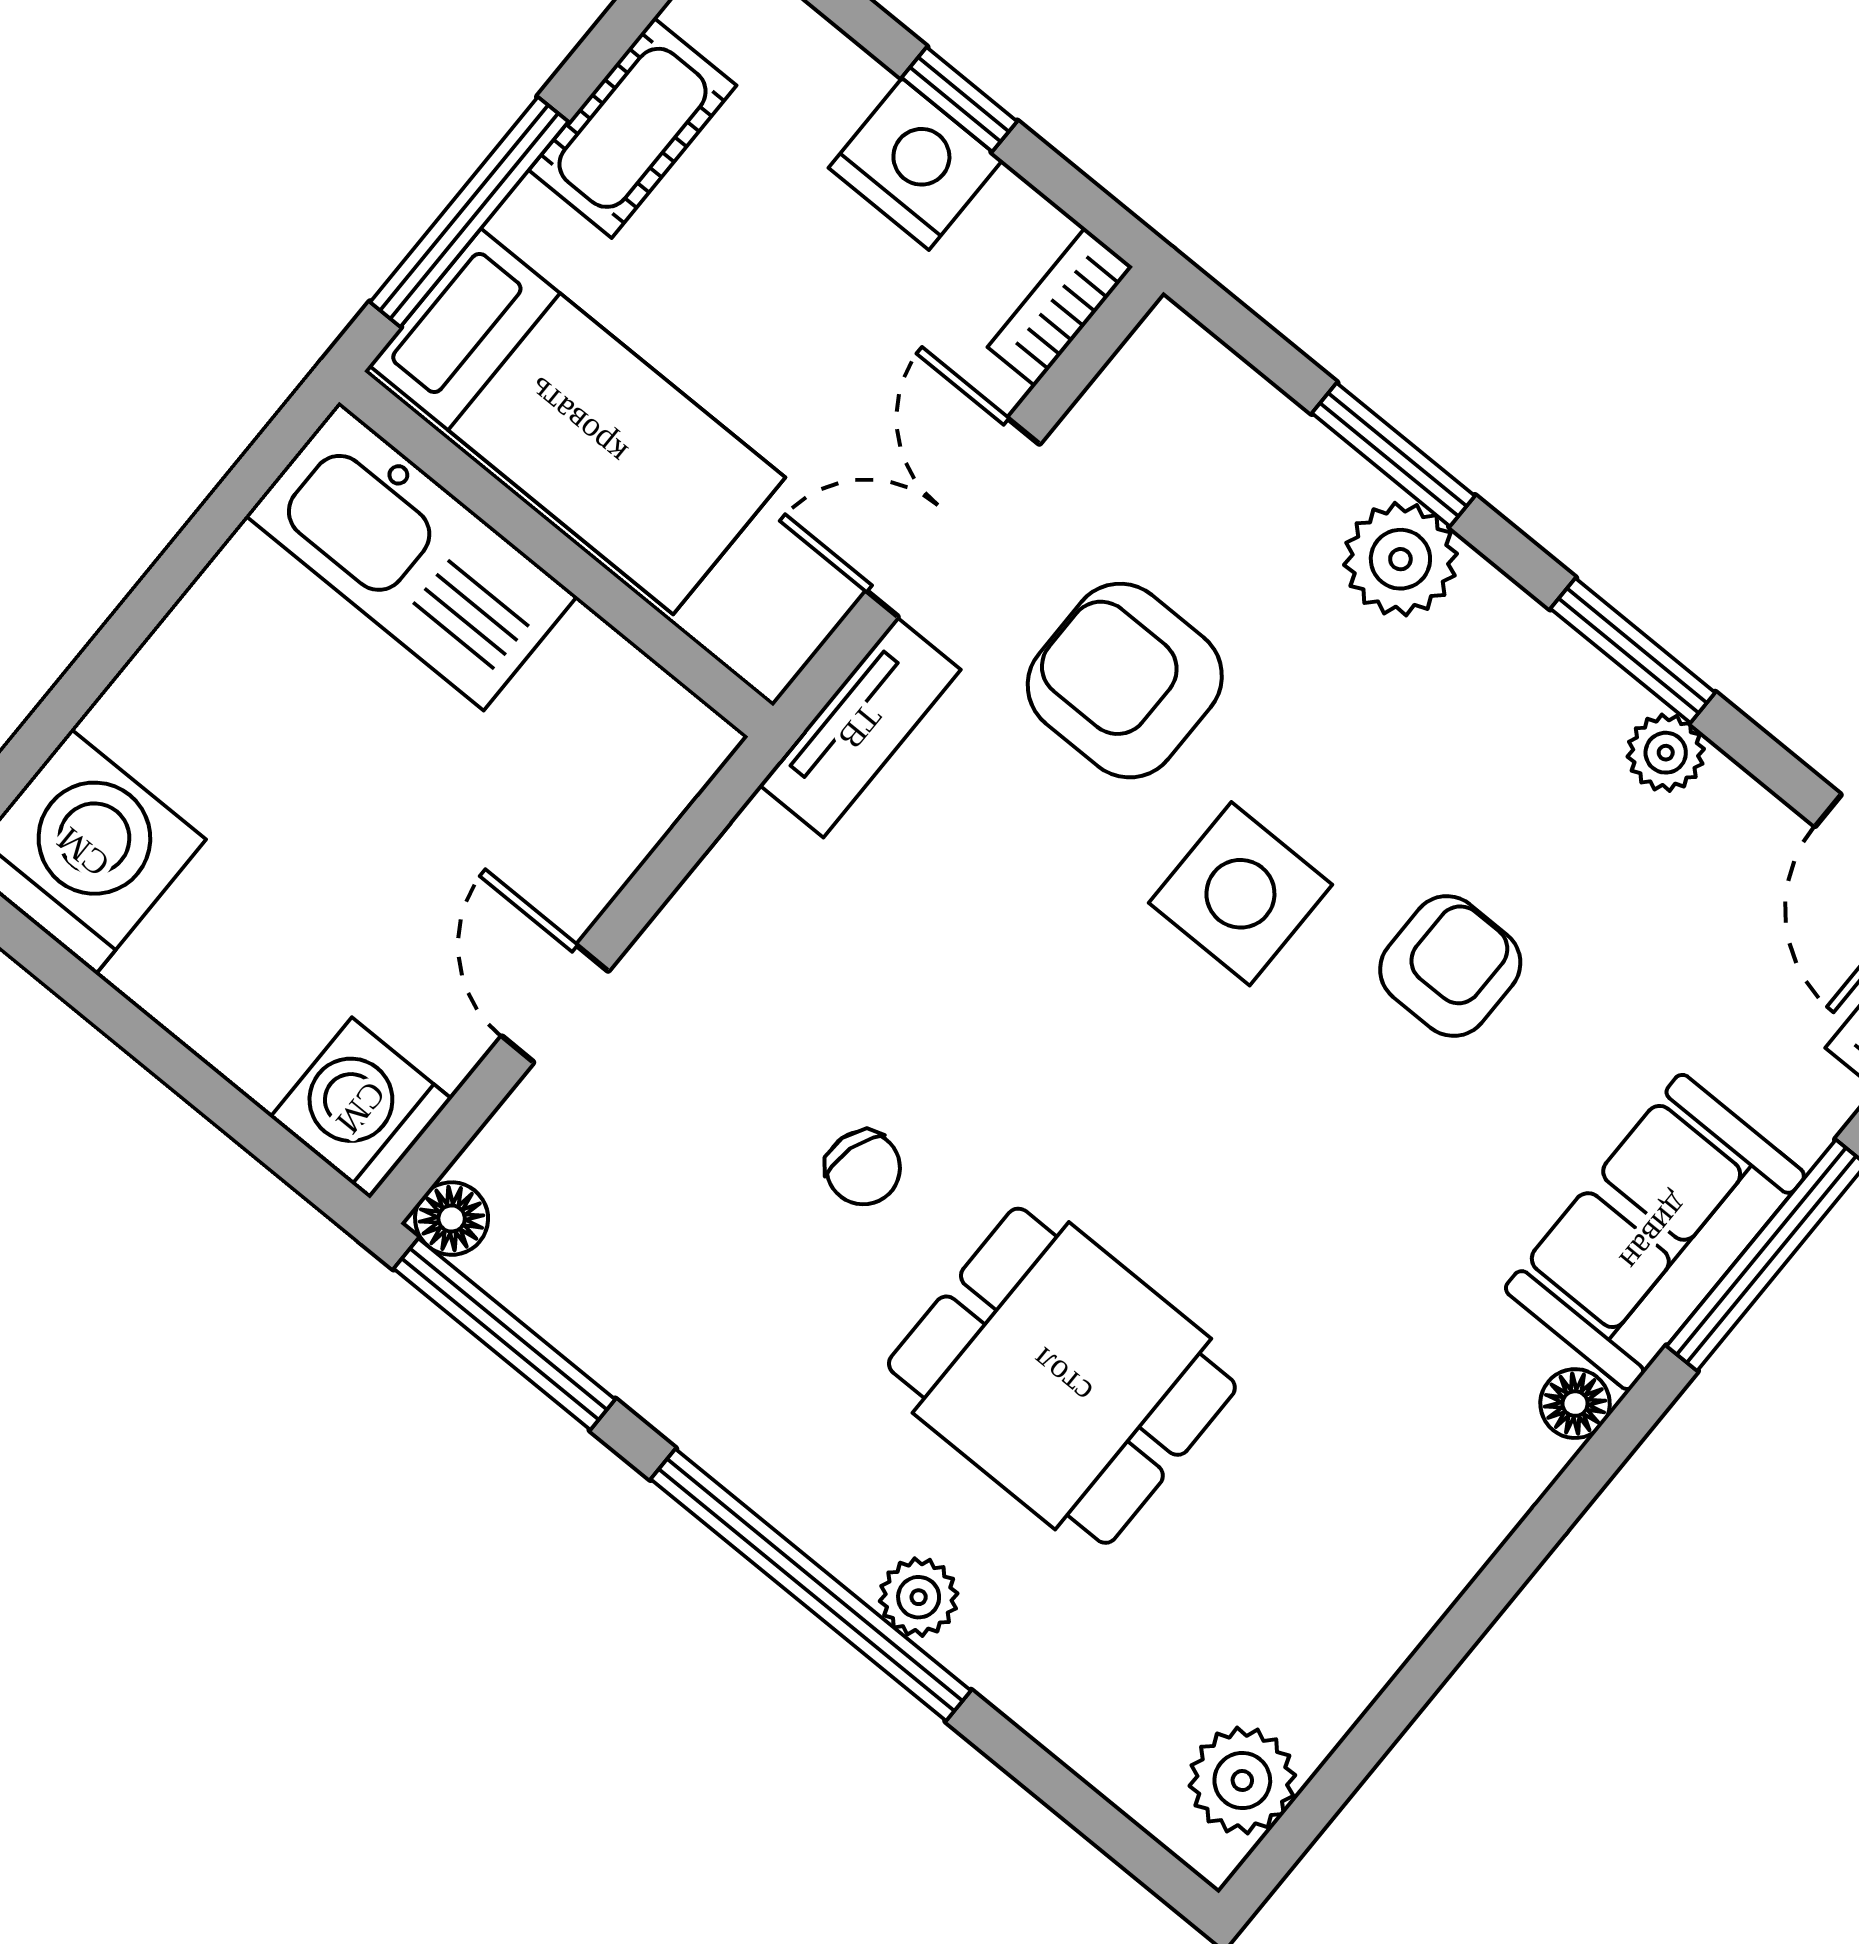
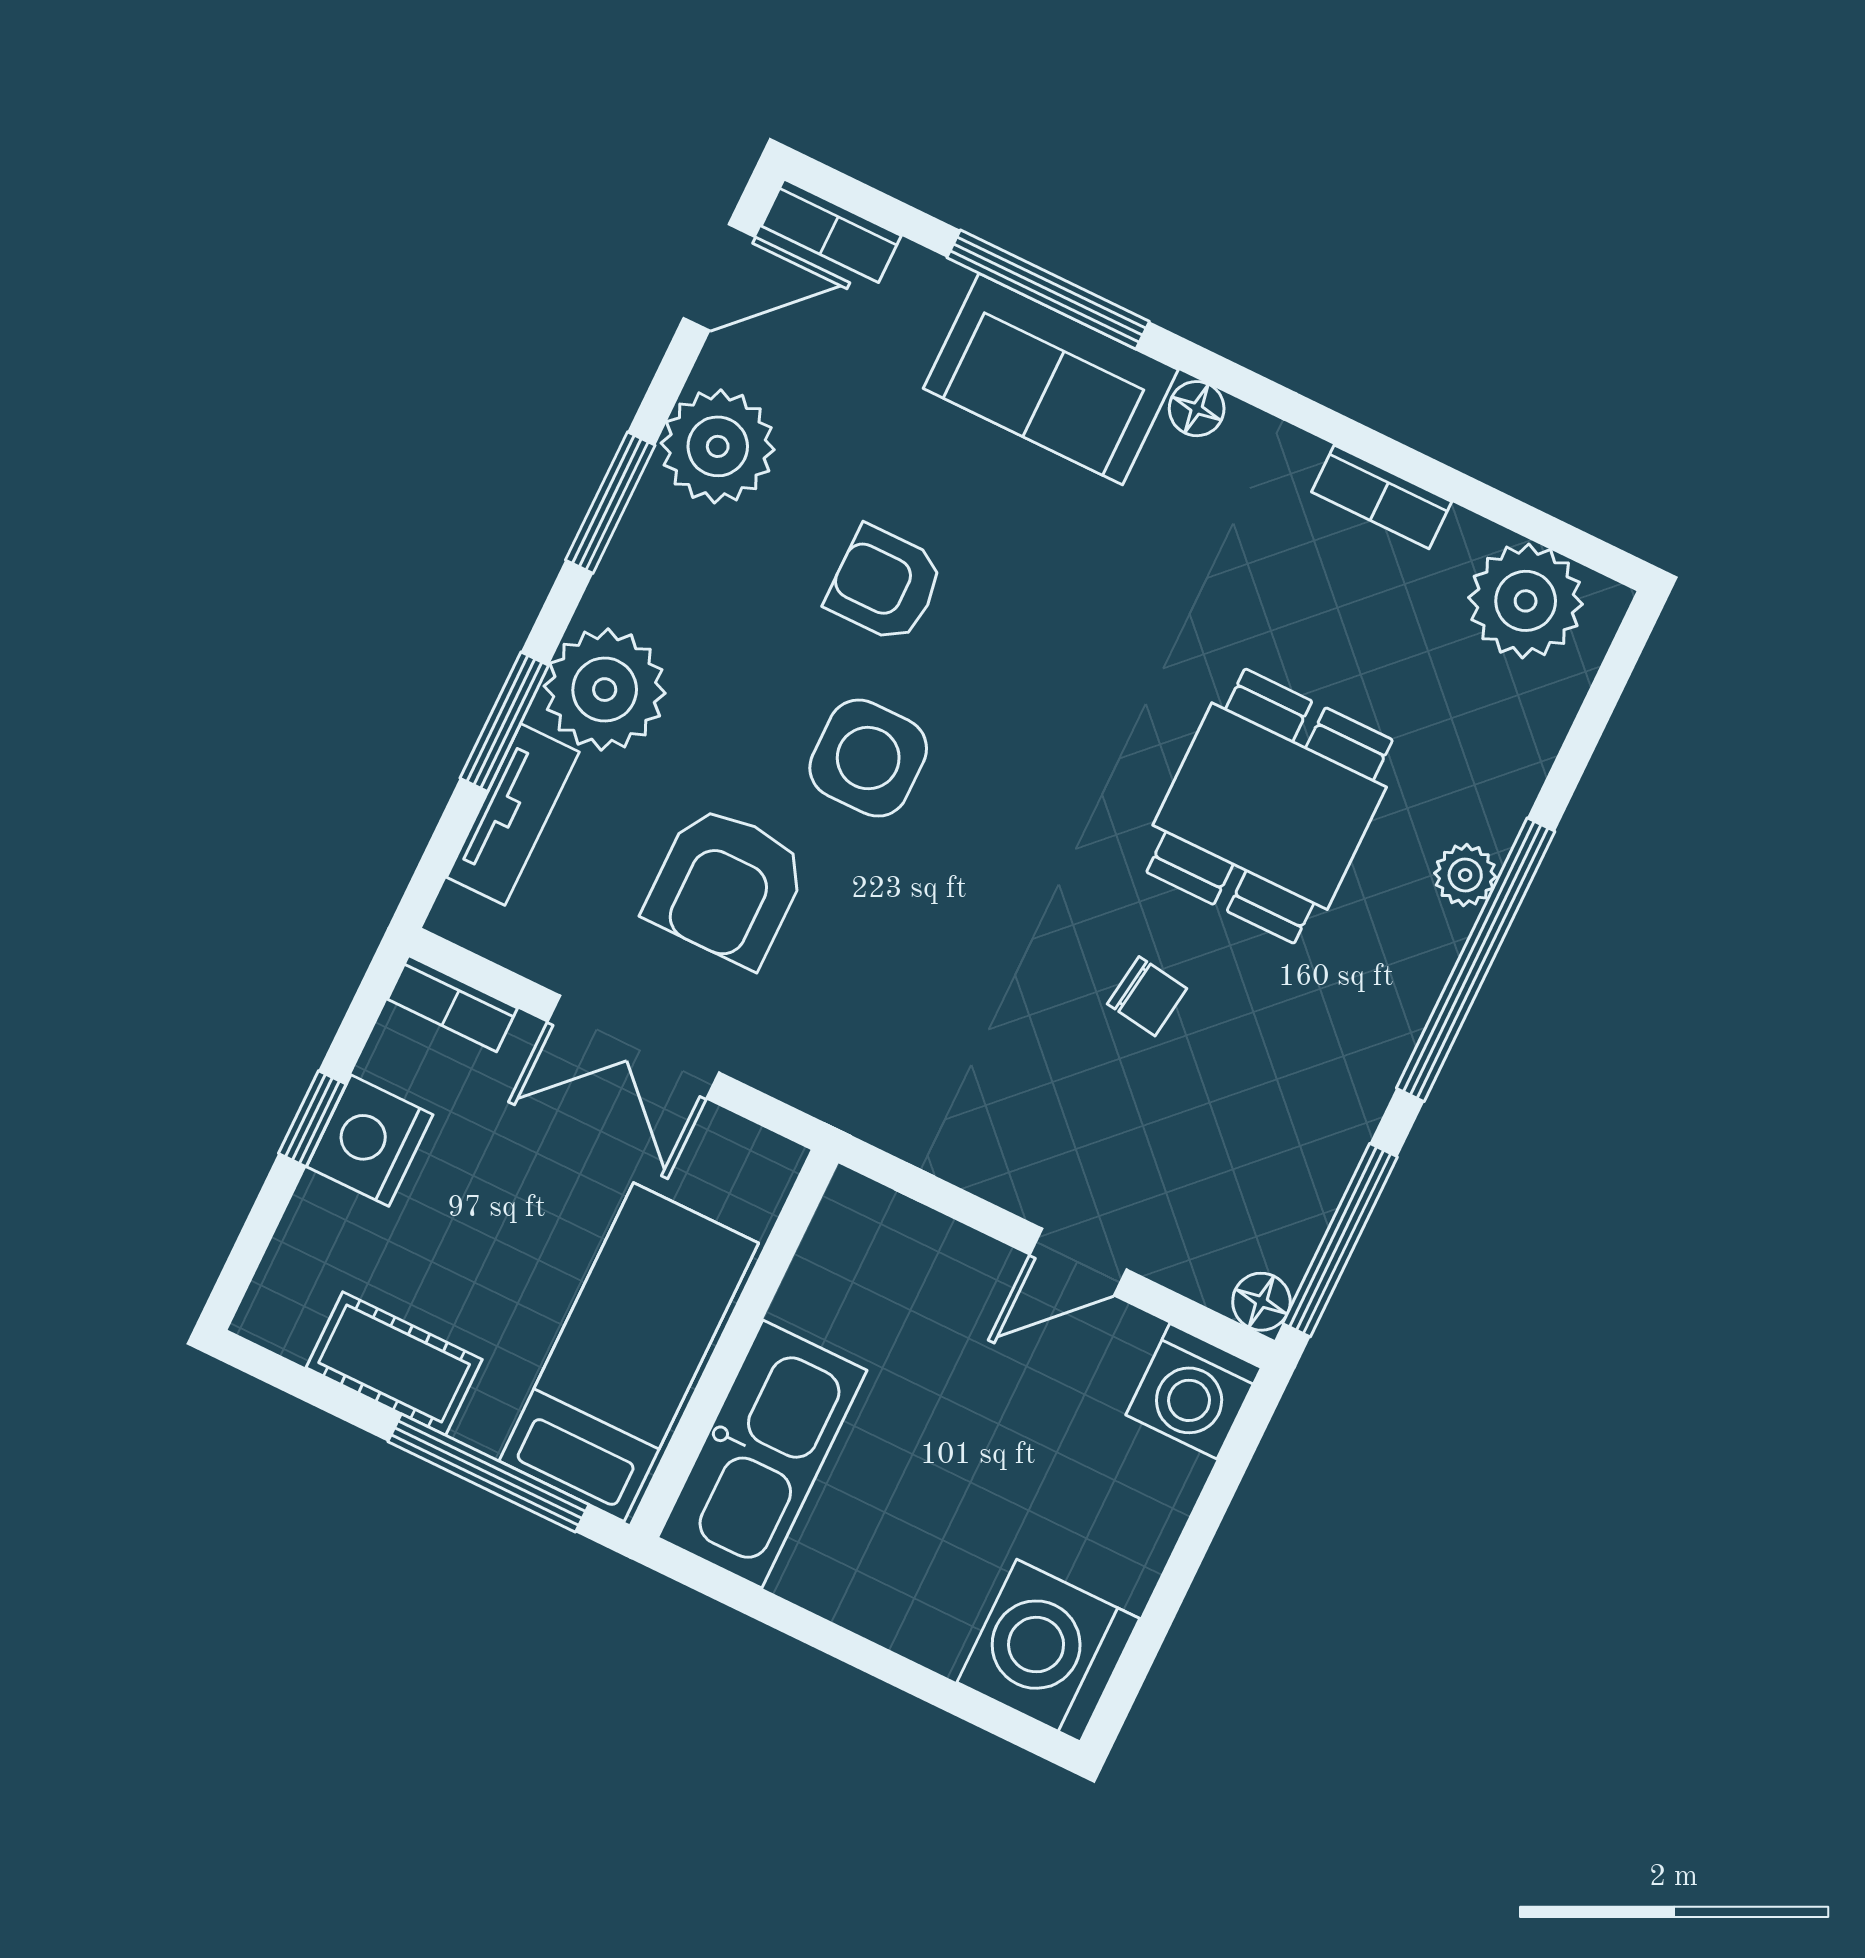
plant: (1400, 559) -> (605, 690), width x1.36, depth x1.36
tv unit: (860, 727) -> (513, 814), moved, turned 90
plant: (1666, 753) -> (718, 446), width x1.88, depth x1.88
chair: (863, 1168) -> (1147, 996), turned 82
bookcase: (1411, 1606) -> (1382, 497), added
plant: (1242, 1780) -> (1526, 601), width x1.36, depth x1.36

